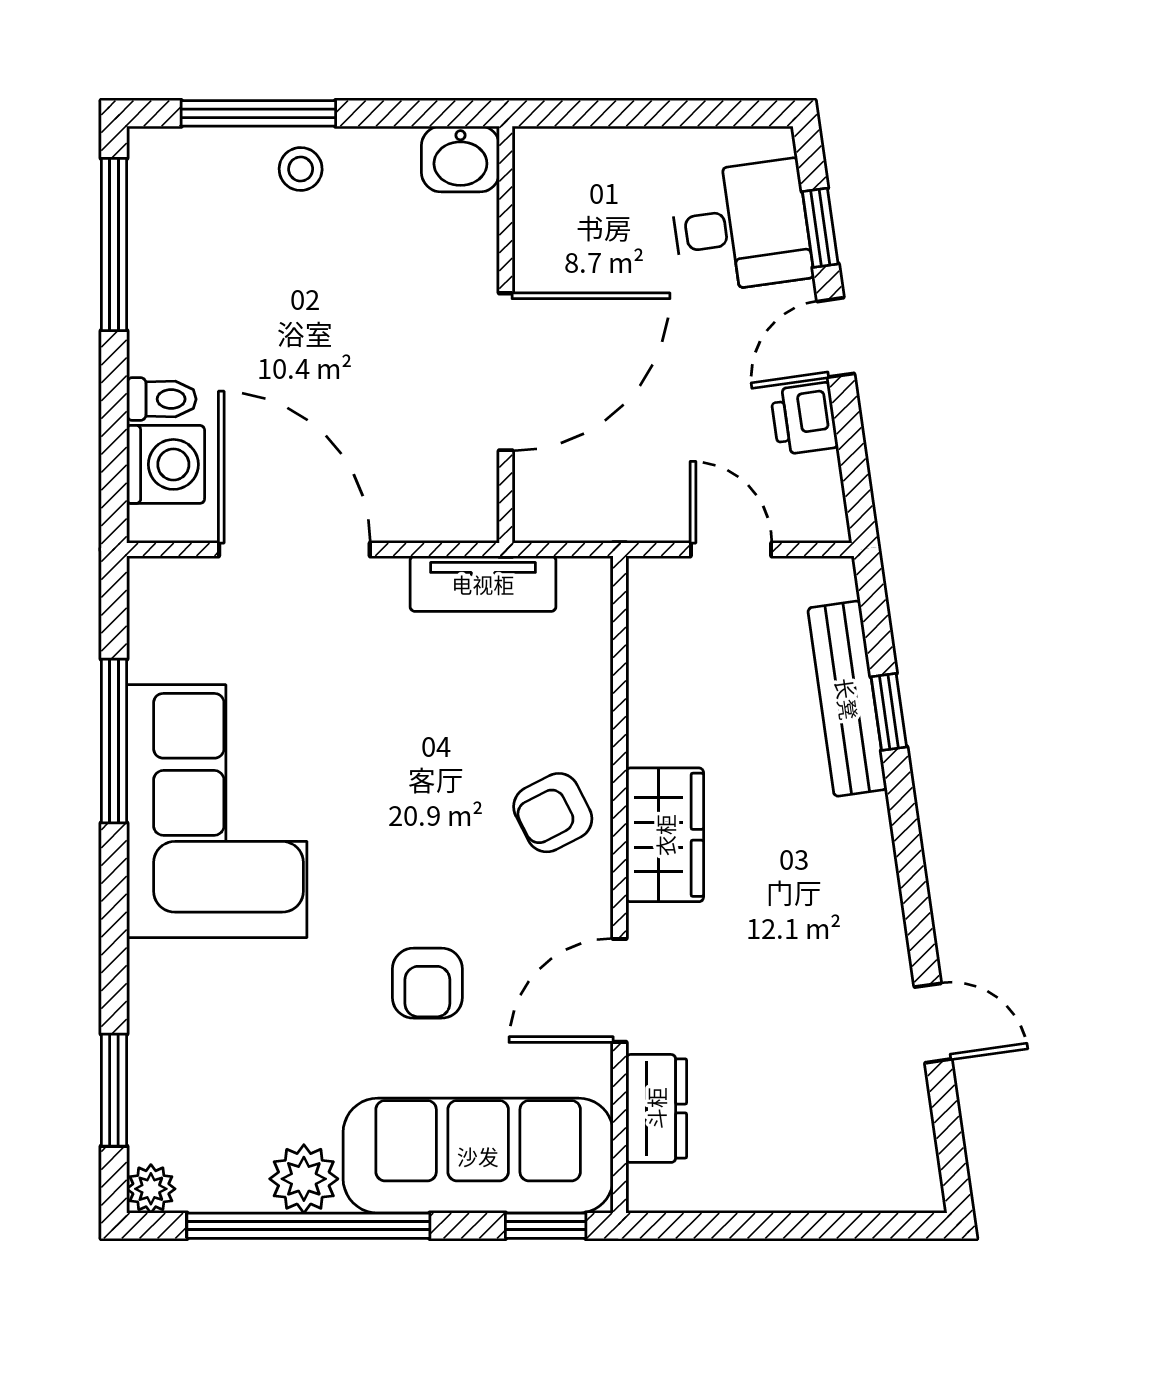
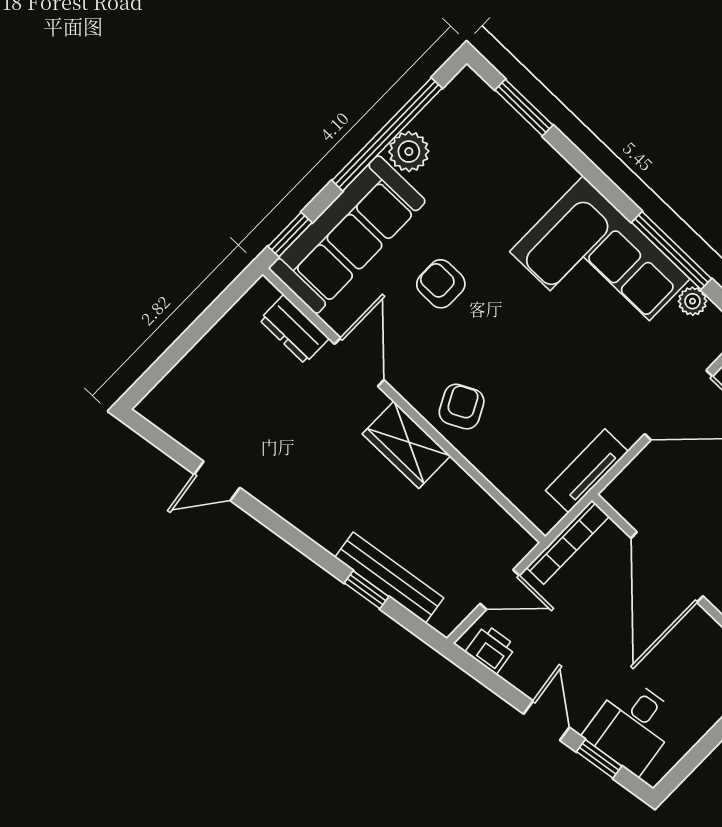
printer: (804, 419) -> (491, 649), moved
bookcase: (592, 523) -> (568, 542), added
plant: (151, 1189) -> (693, 301), moved

